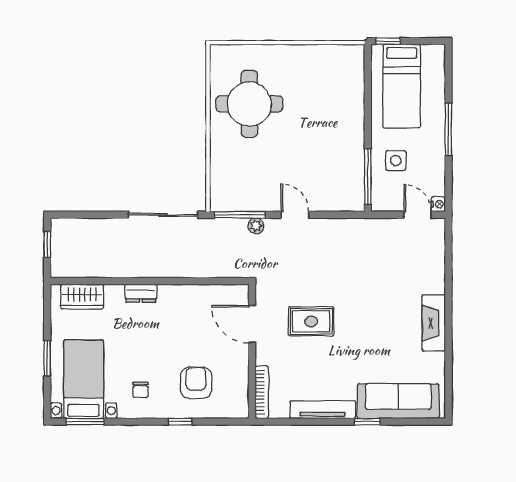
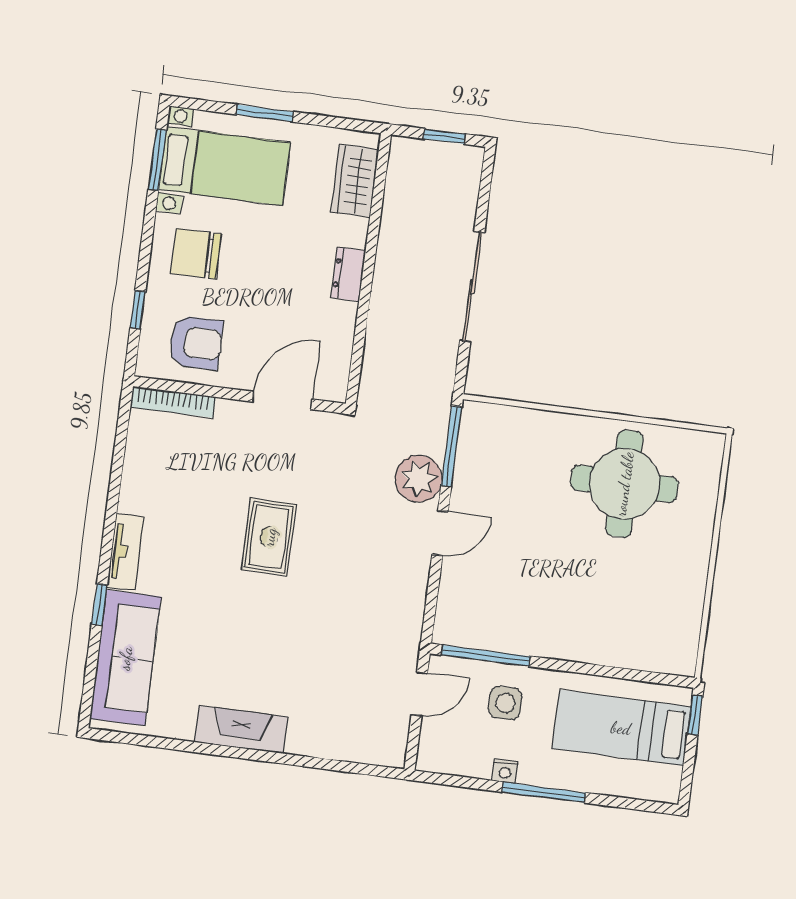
nightstand: (438, 204) -> (505, 771), moved
sliding door: (163, 215) -> (472, 287), moved
door: (418, 215) -> (419, 694), moved
plant: (256, 226) -> (419, 479), width x1.88, depth x1.88
door: (252, 324) -> (282, 400), moved
wall: (252, 351) -> (239, 395), moved
chair: (140, 390) -> (196, 254), width x1.87, depth x1.87
bookcase: (262, 392) -> (173, 402), moved
tv unit: (323, 410) -> (126, 552), width x0.71

